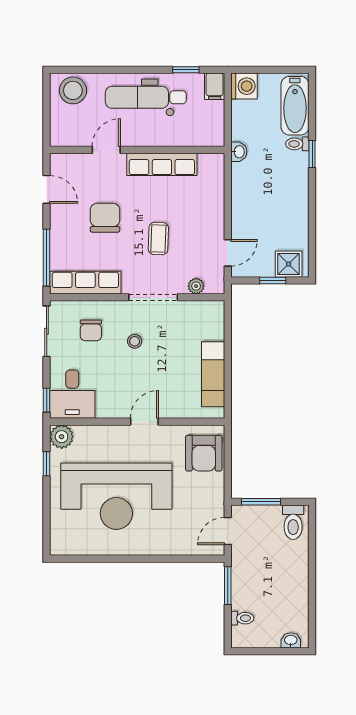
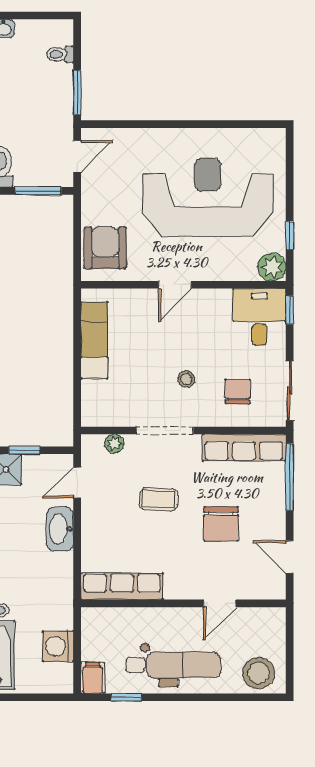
washing machine: (244, 86) -> (58, 646), moved
washbasin: (239, 152) -> (60, 529), moved, width x1.91, depth x1.45
row of seats: (162, 164) -> (122, 586), moved
coffee table: (158, 239) -> (158, 499), turned 90

